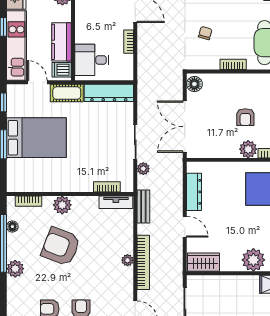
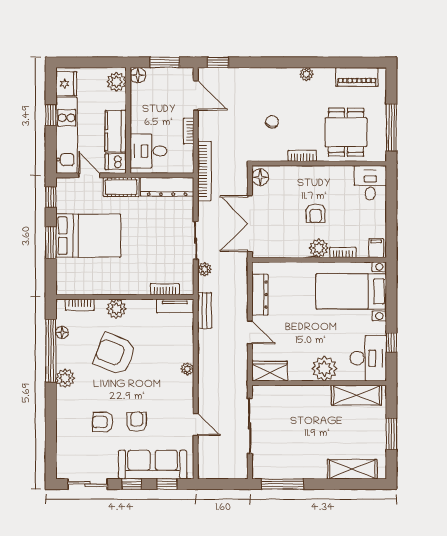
bookcase: (143, 262) -> (204, 171), moved

